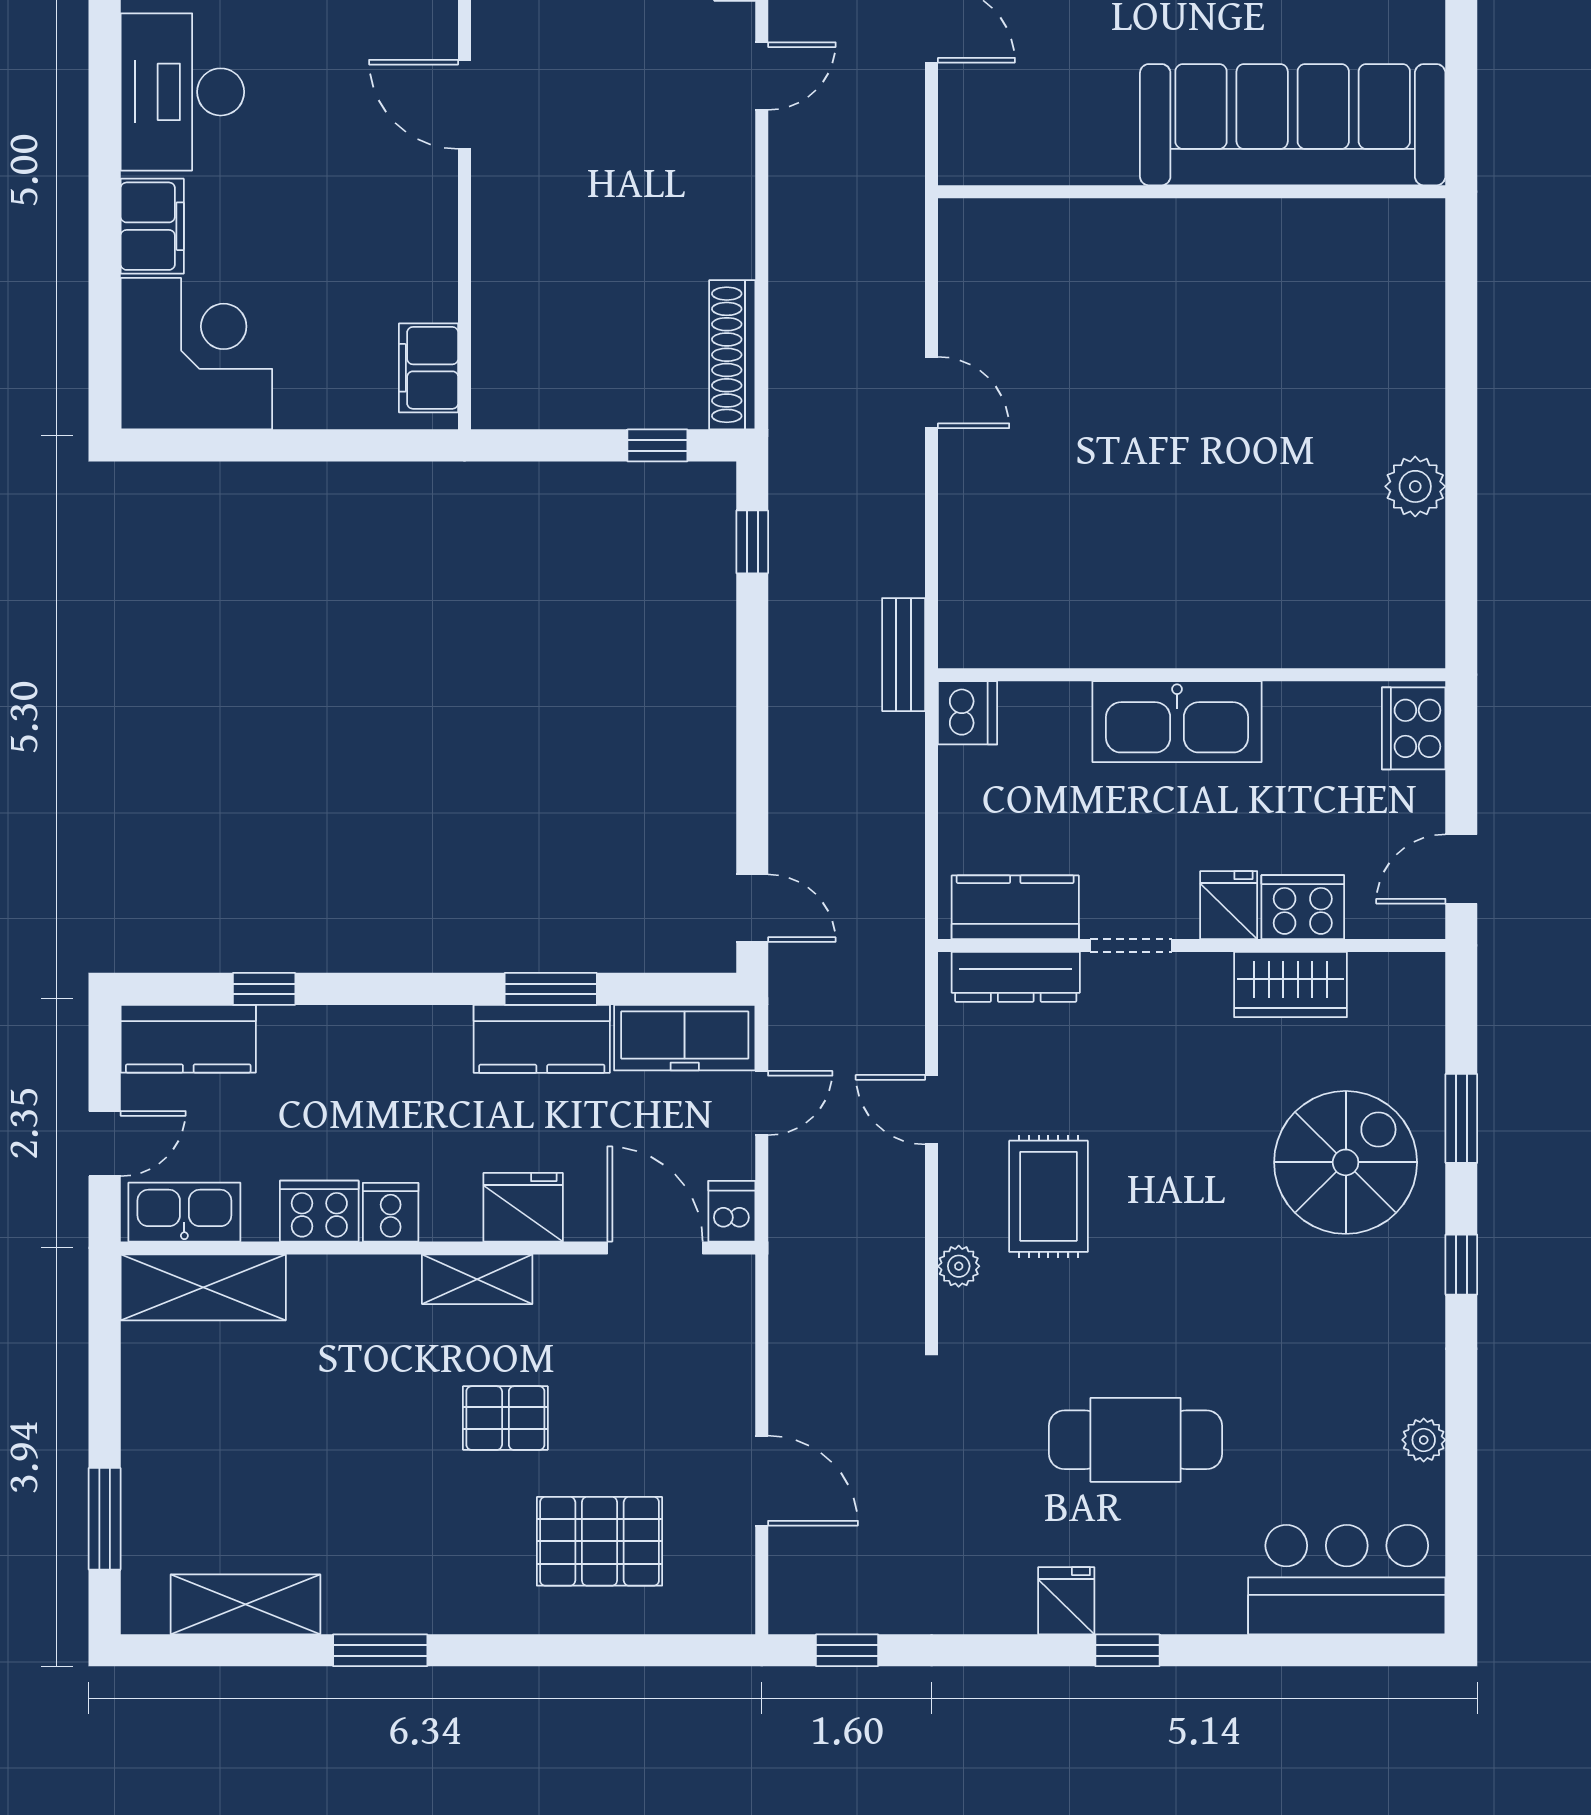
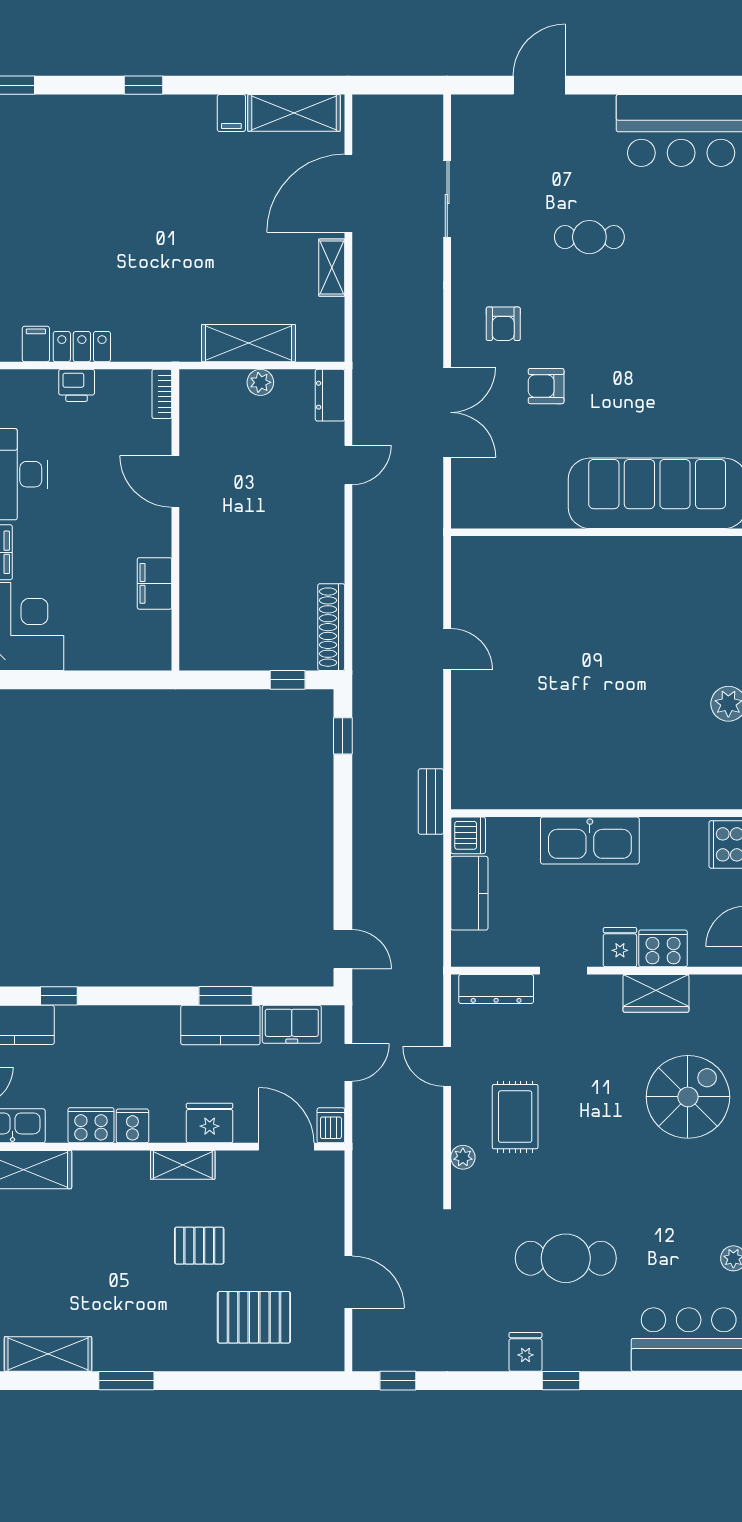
filing cabinet: (428, 368) -> (155, 583), moved
kitchen counter: (1015, 907) -> (469, 893), moved, turned 90
freezer: (685, 1038) -> (292, 1024), width x0.71

